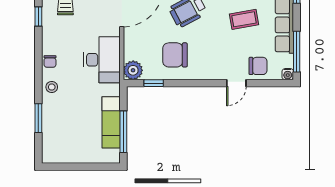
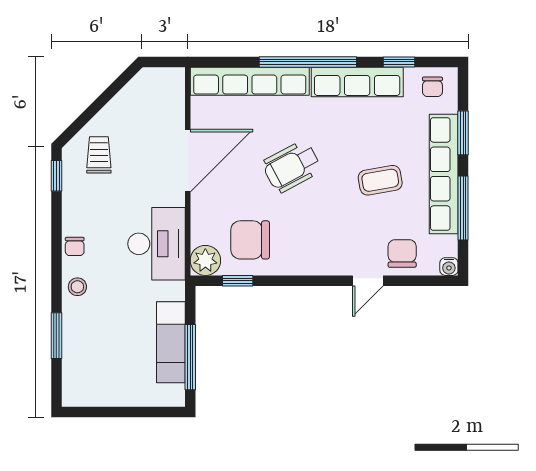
window: (297, 52) -> (463, 208), moved
chair: (175, 55) -> (250, 240), moved
chair: (258, 66) -> (402, 254), turned -90

